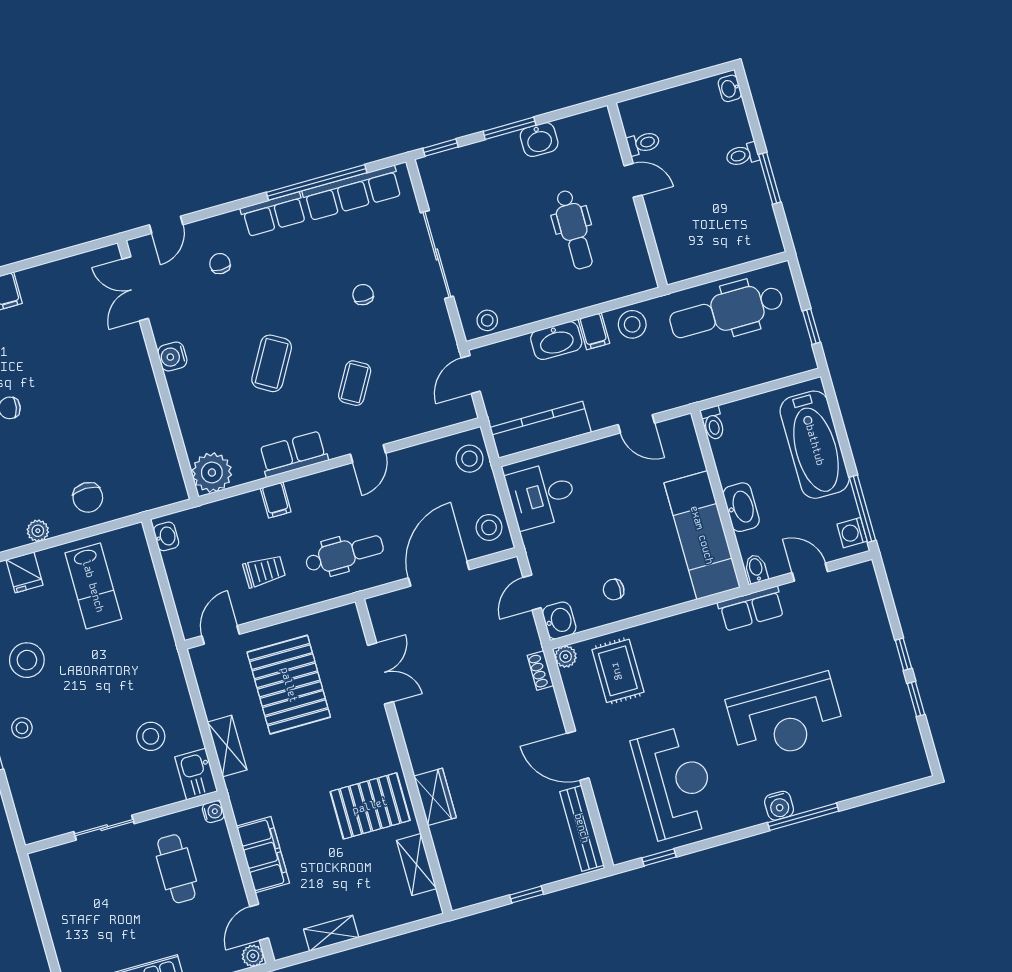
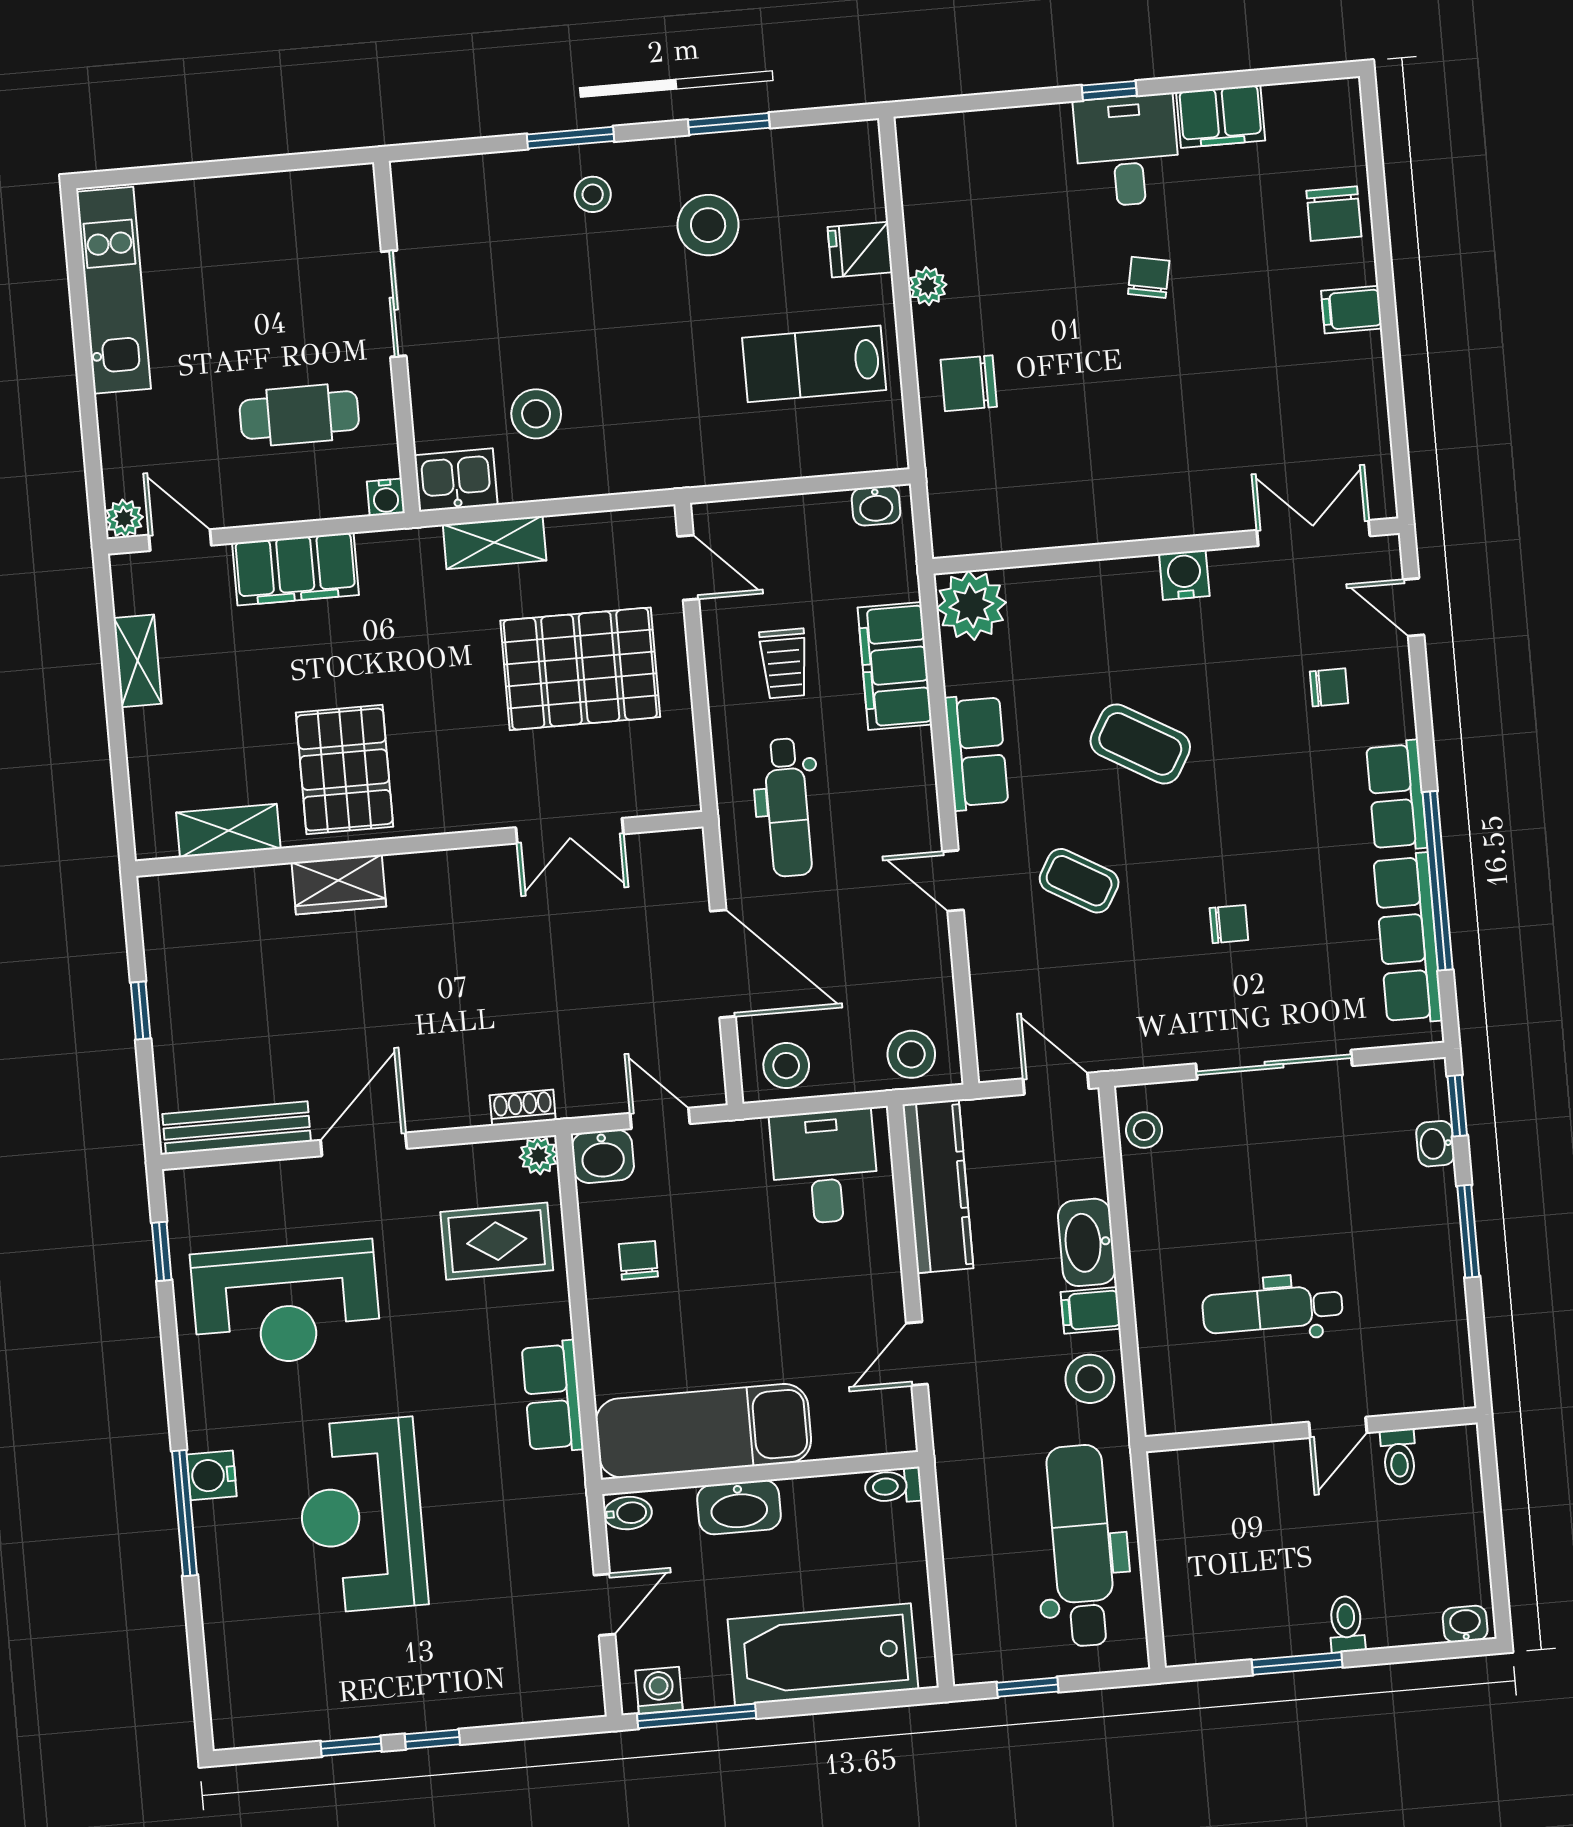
washbasin: (539, 140) -> (1435, 1144), moved, width x0.72, depth x0.69
filing cabinet: (276, 500) -> (895, 666), width x3.00, depth x1.17
row of seats: (751, 609) -> (552, 1397), moved

